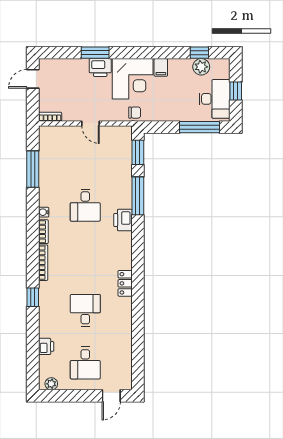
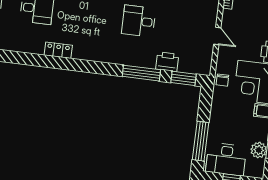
door: (91, 123) -> (217, 36), swing flipped
printer: (123, 220) -> (167, 62), moved

